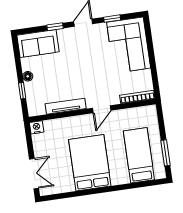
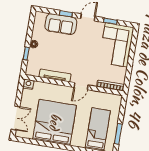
sofa: (38, 44) -> (61, 24), moved
bed: (90, 163) -> (55, 122), width x1.36

